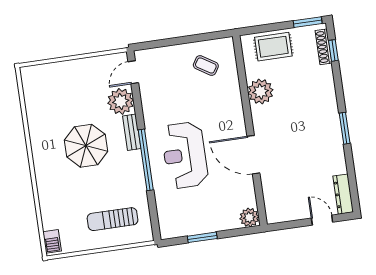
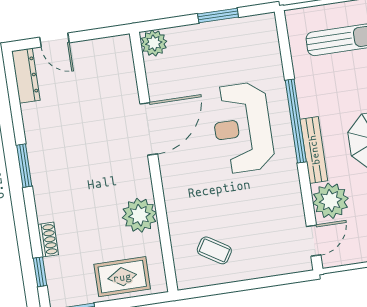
shoe rack: (324, 47) -> (48, 240), moved, width x0.70
bench: (132, 132) -> (314, 150), width x1.36
reception desk: (185, 155) -> (243, 128), turned 180
door: (253, 155) -> (149, 129), hinge flipped

